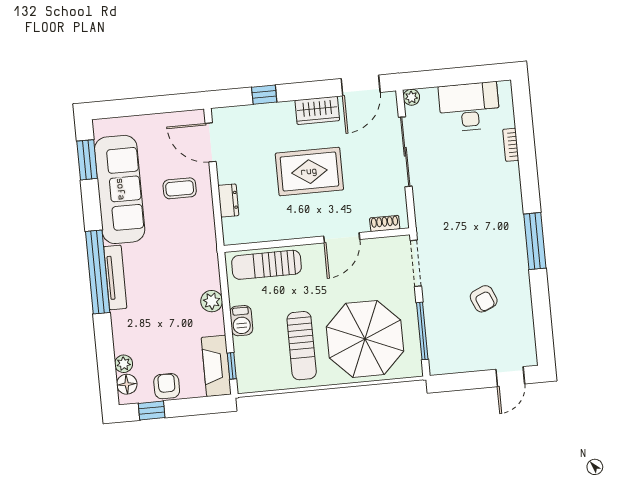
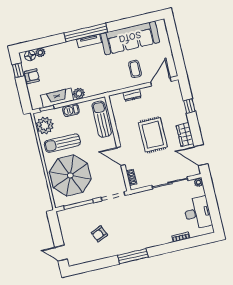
window: (87, 160) -> (143, 19), removed
tv unit: (115, 277) -> (89, 41), width x0.71
fireplace: (216, 366) -> (57, 98), moved
plant: (264, 375) -> (45, 126), added

